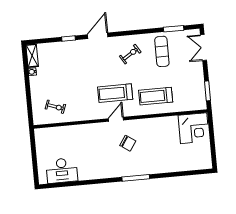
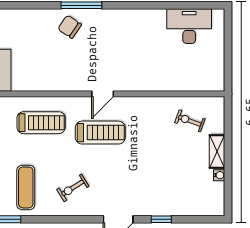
shelving: (32, 56) -> (217, 151), moved
chair: (128, 143) -> (70, 27), moved

